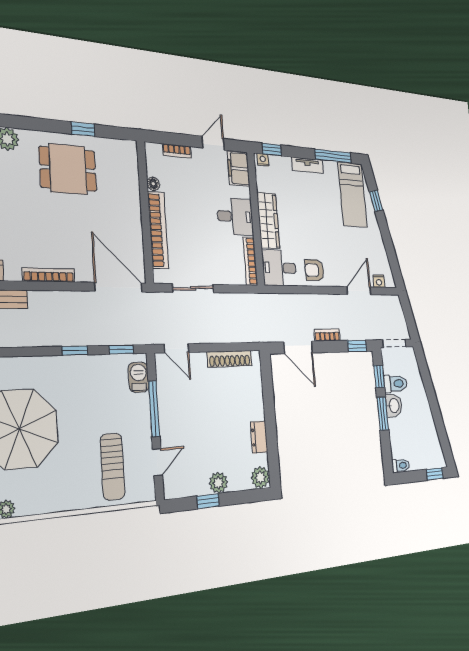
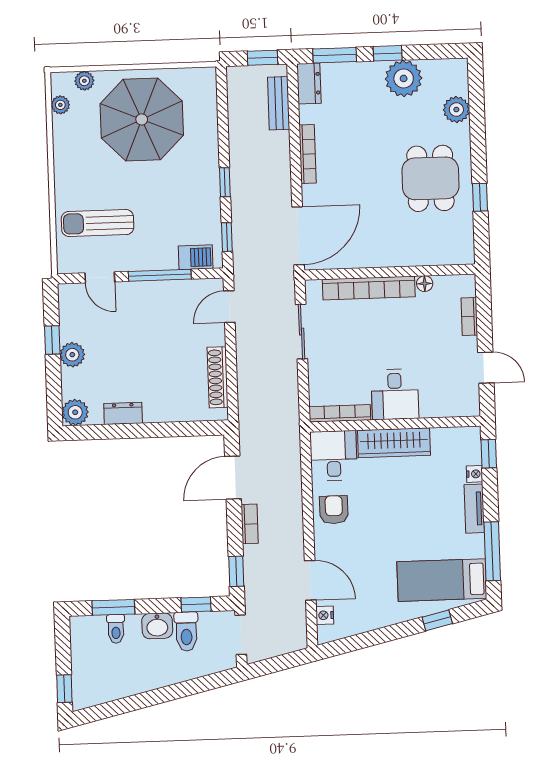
nightstand: (263, 160) -> (475, 474), moved
filing cabinet: (239, 169) -> (457, 402), removed
window: (383, 414) -> (113, 607), moved
toilet: (401, 466) -> (116, 629), moved

